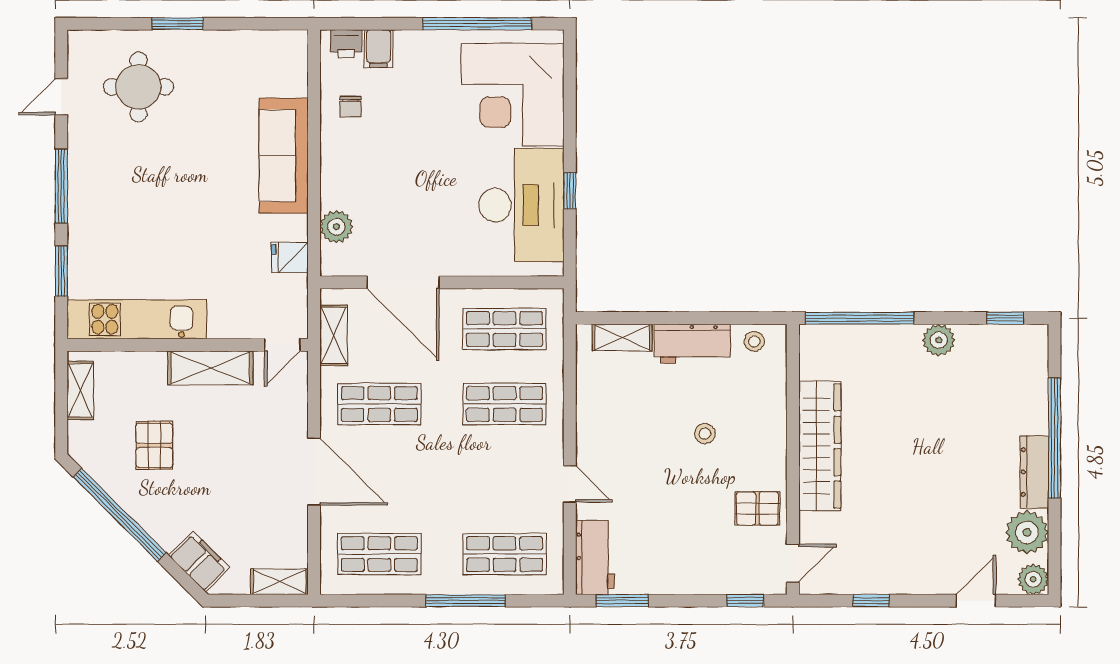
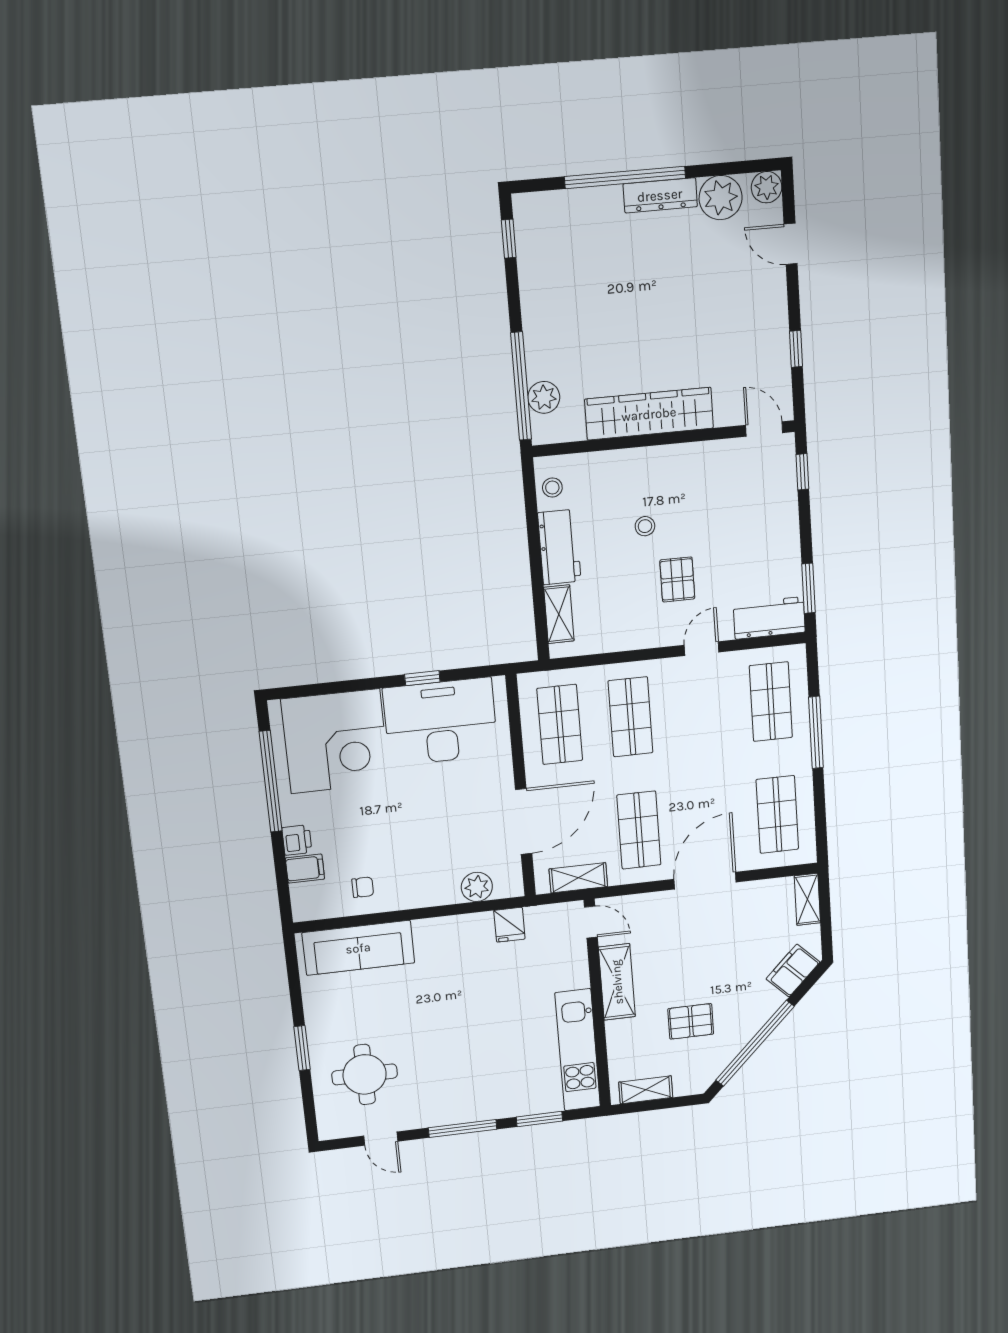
printer: (346, 44) -> (297, 840), moved
sofa: (284, 156) -> (358, 948), moved
plant: (939, 340) -> (544, 397), moved
pallet: (757, 509) -> (677, 579), moved

